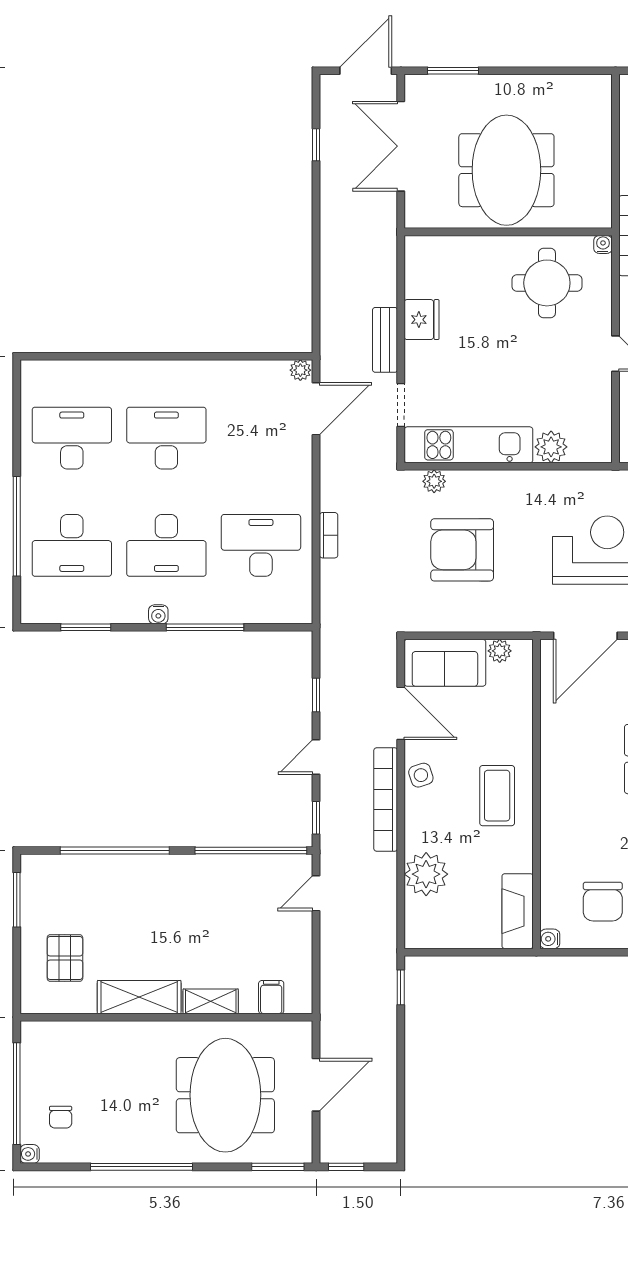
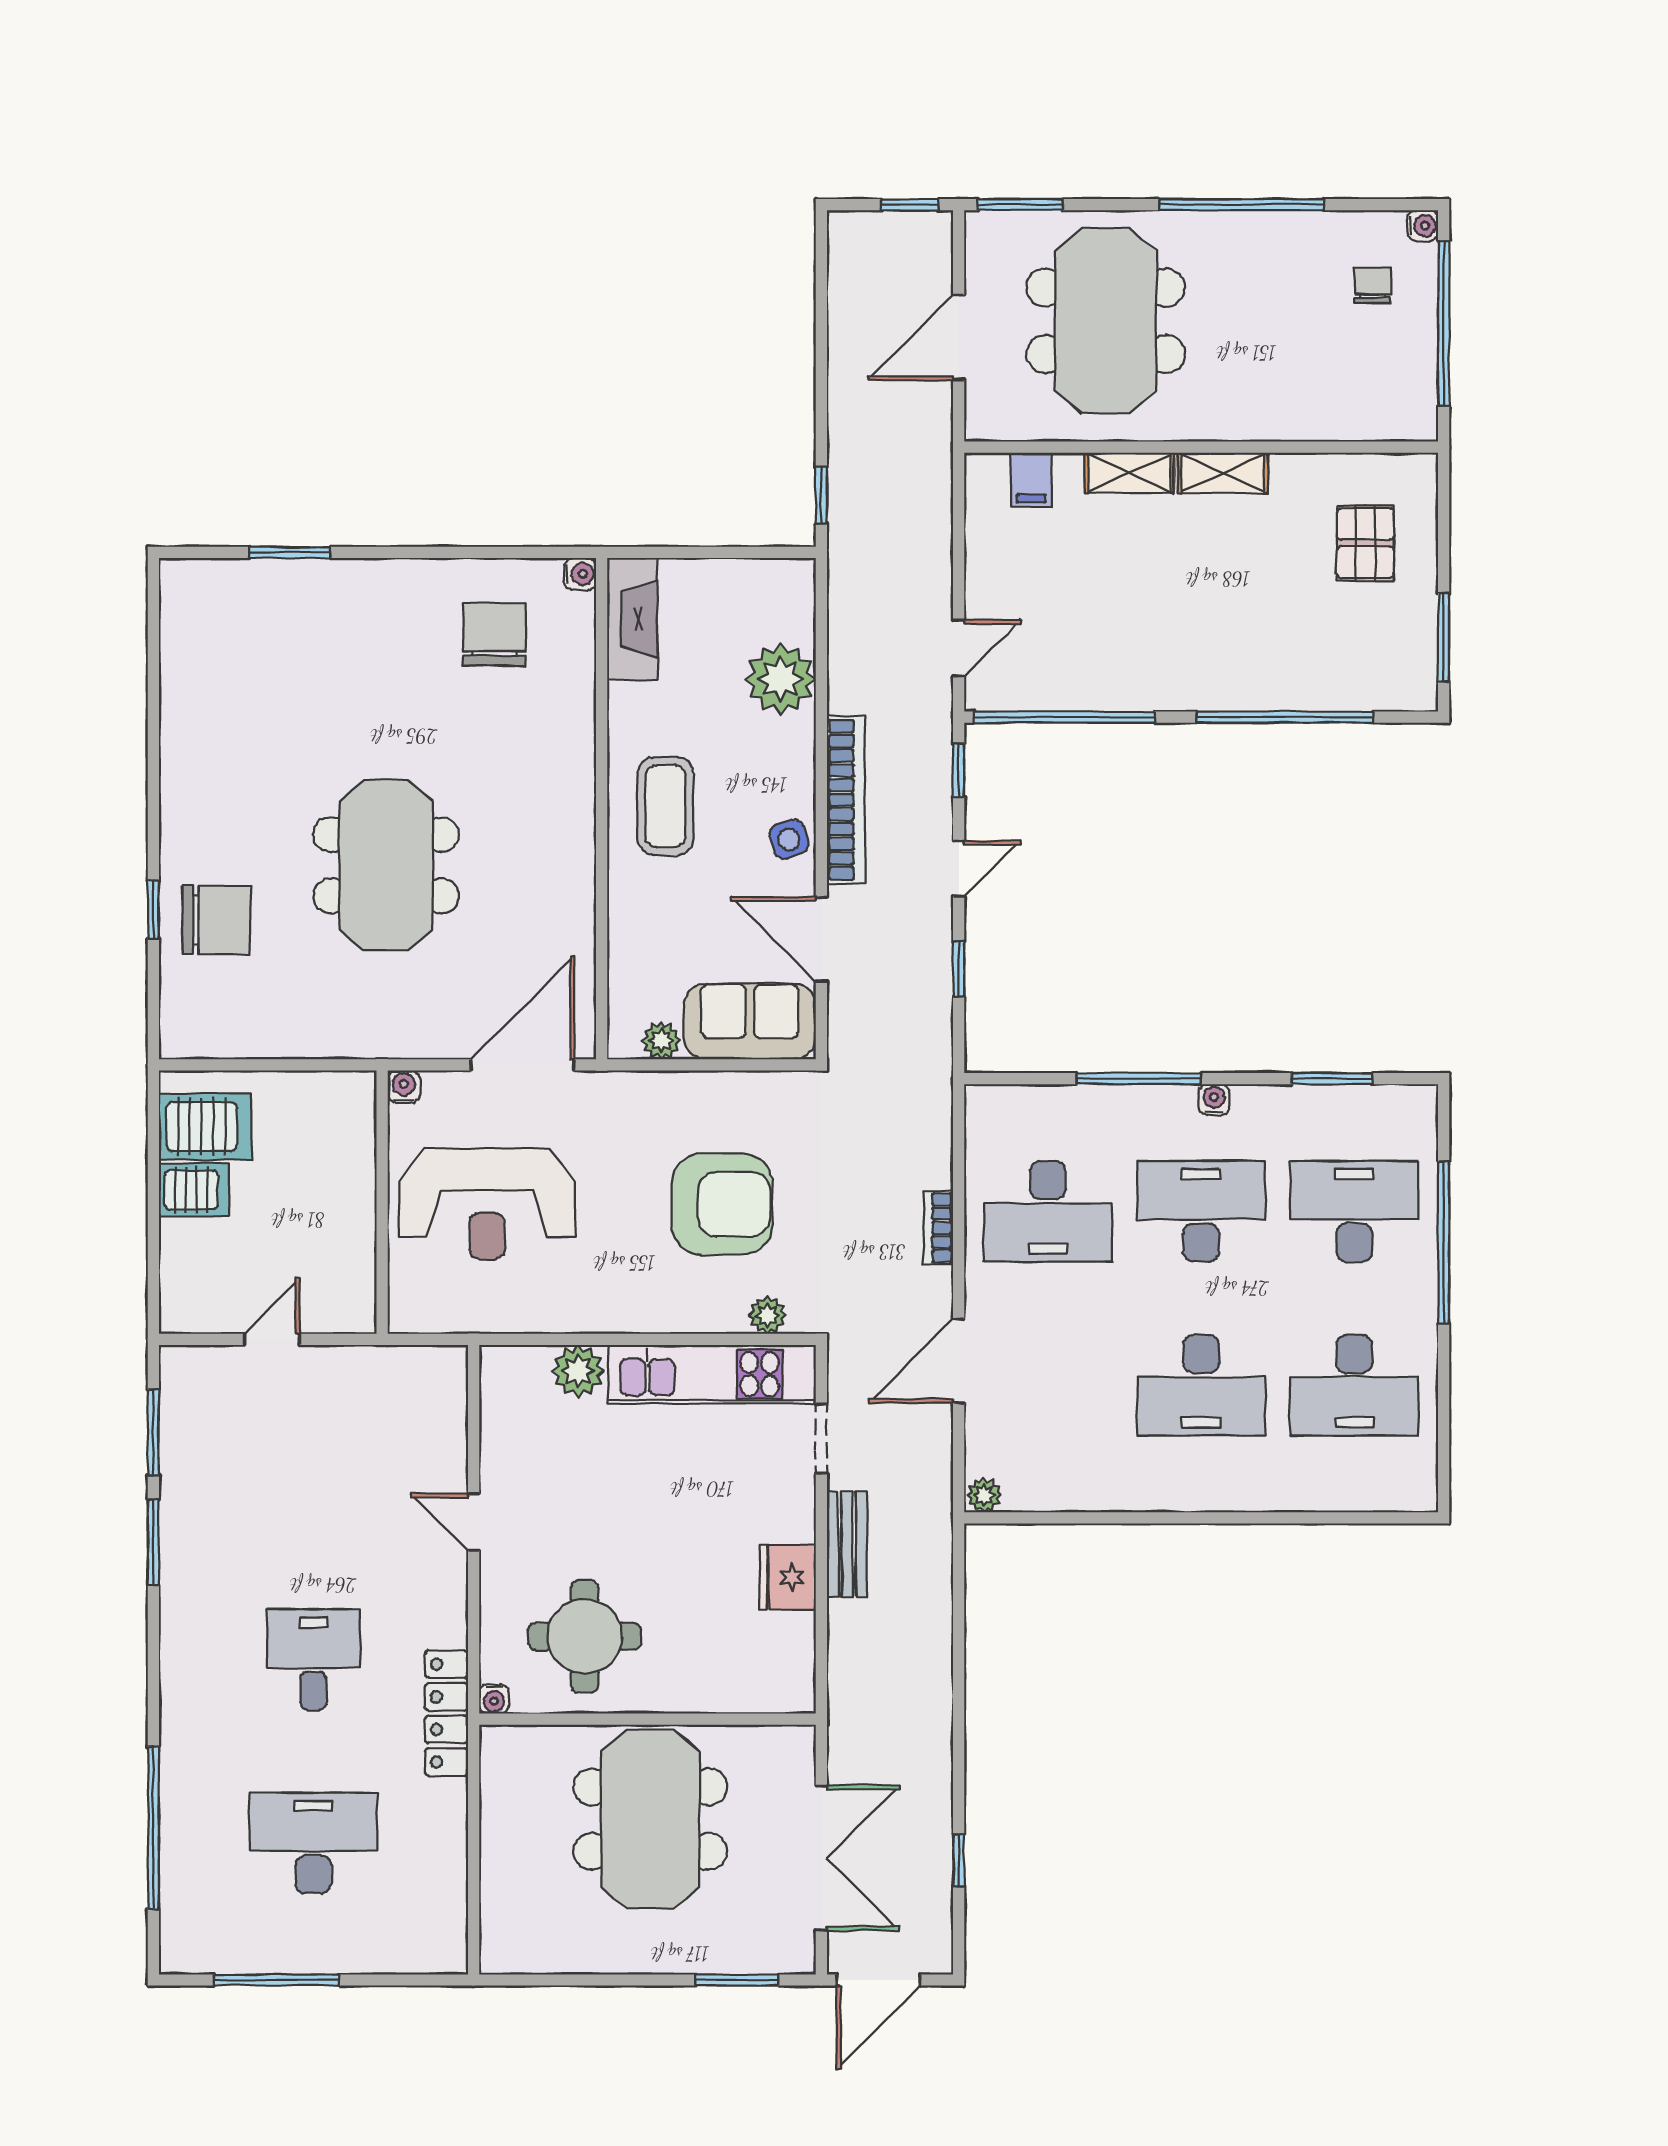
door: (316, 409) -> (959, 1361), moved
shelving: (139, 997) -> (1223, 473), width x0.67, depth x0.75

